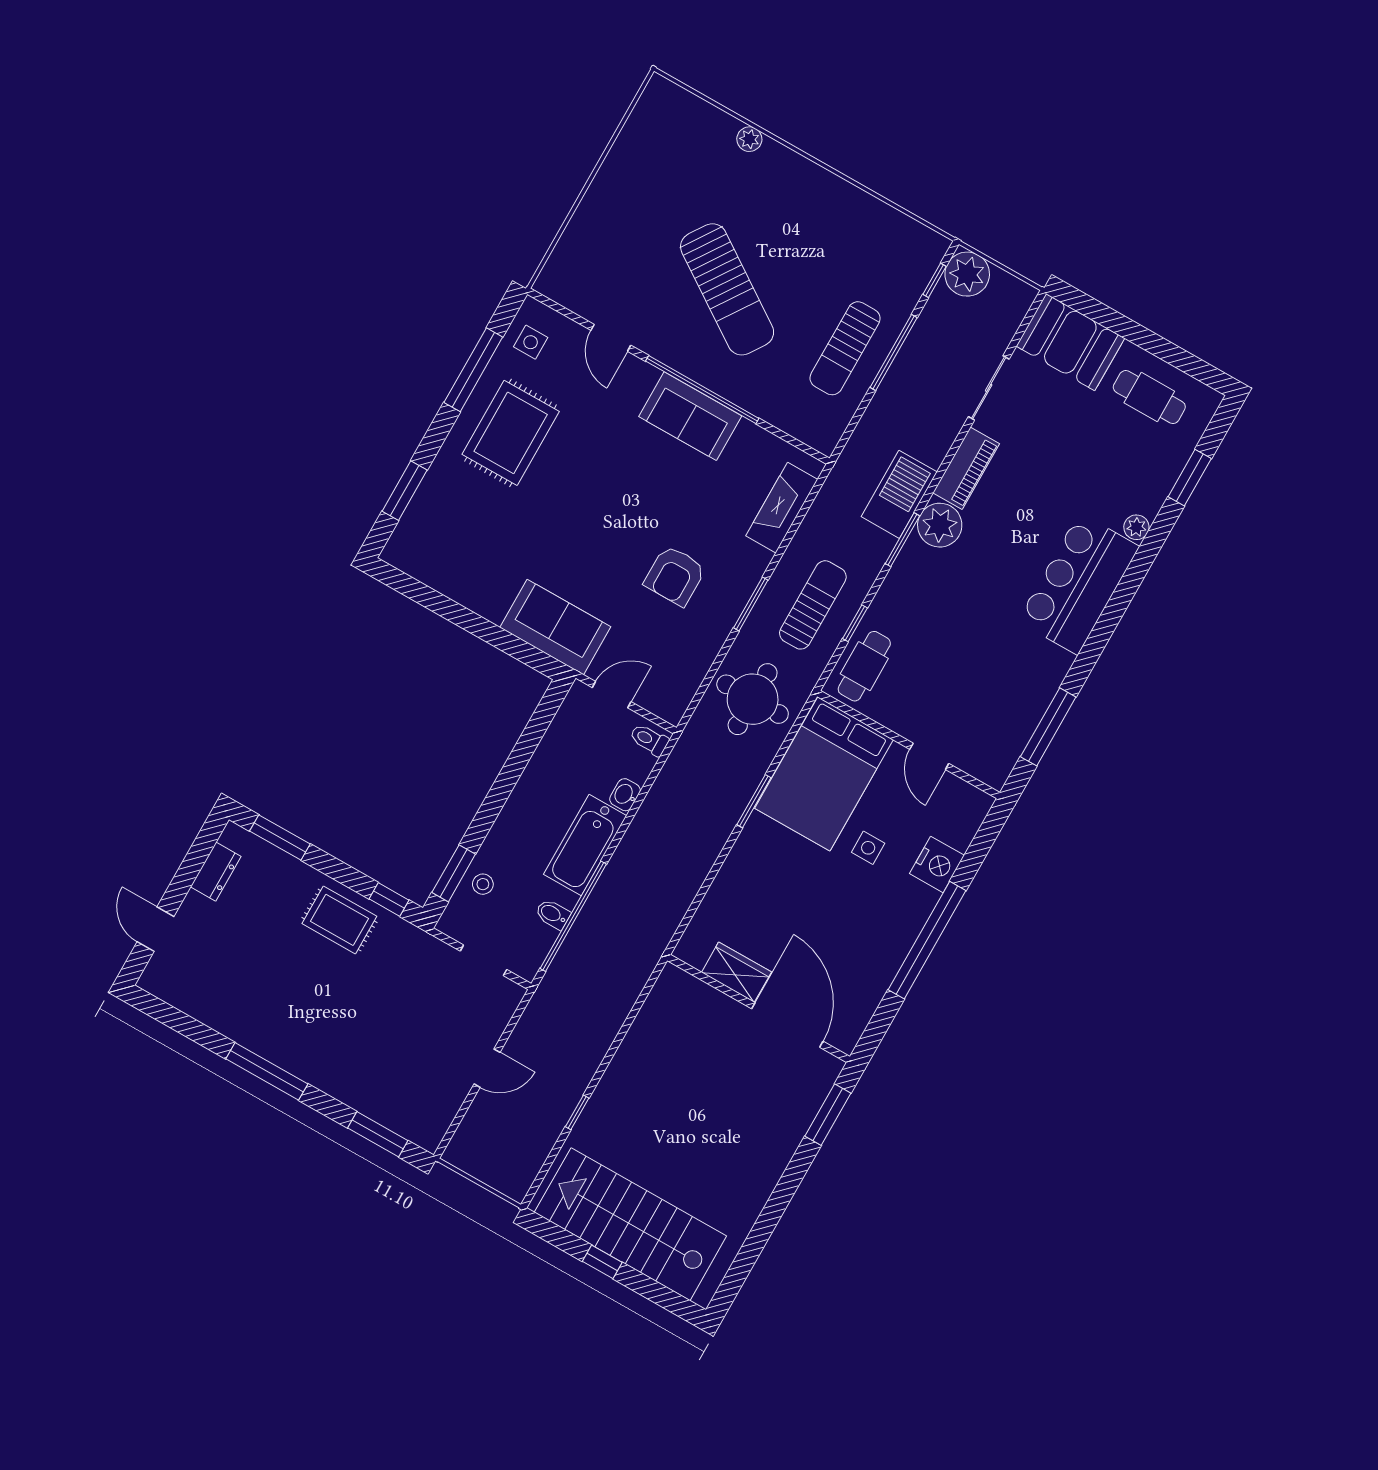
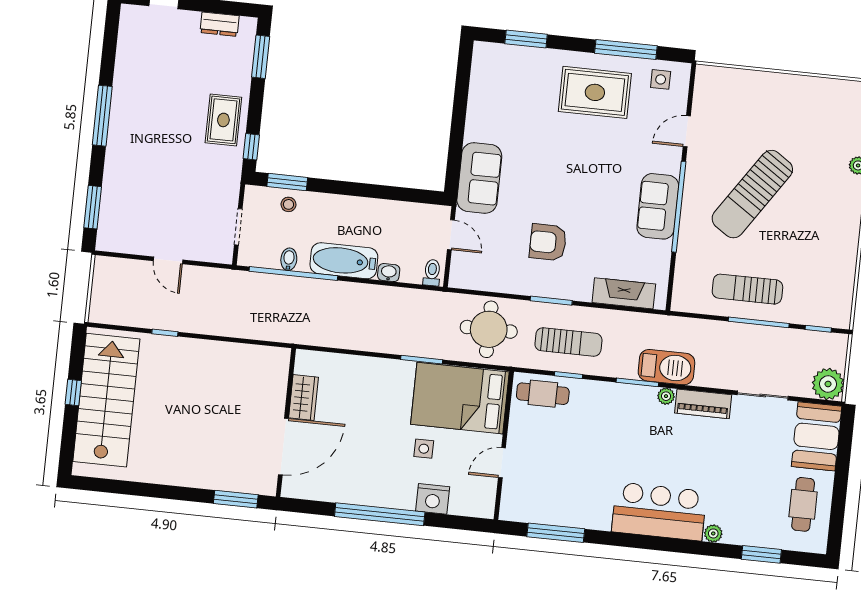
plant: (967, 274) -> (828, 384), moved
plant: (940, 525) -> (666, 396), width x0.53, depth x0.53

